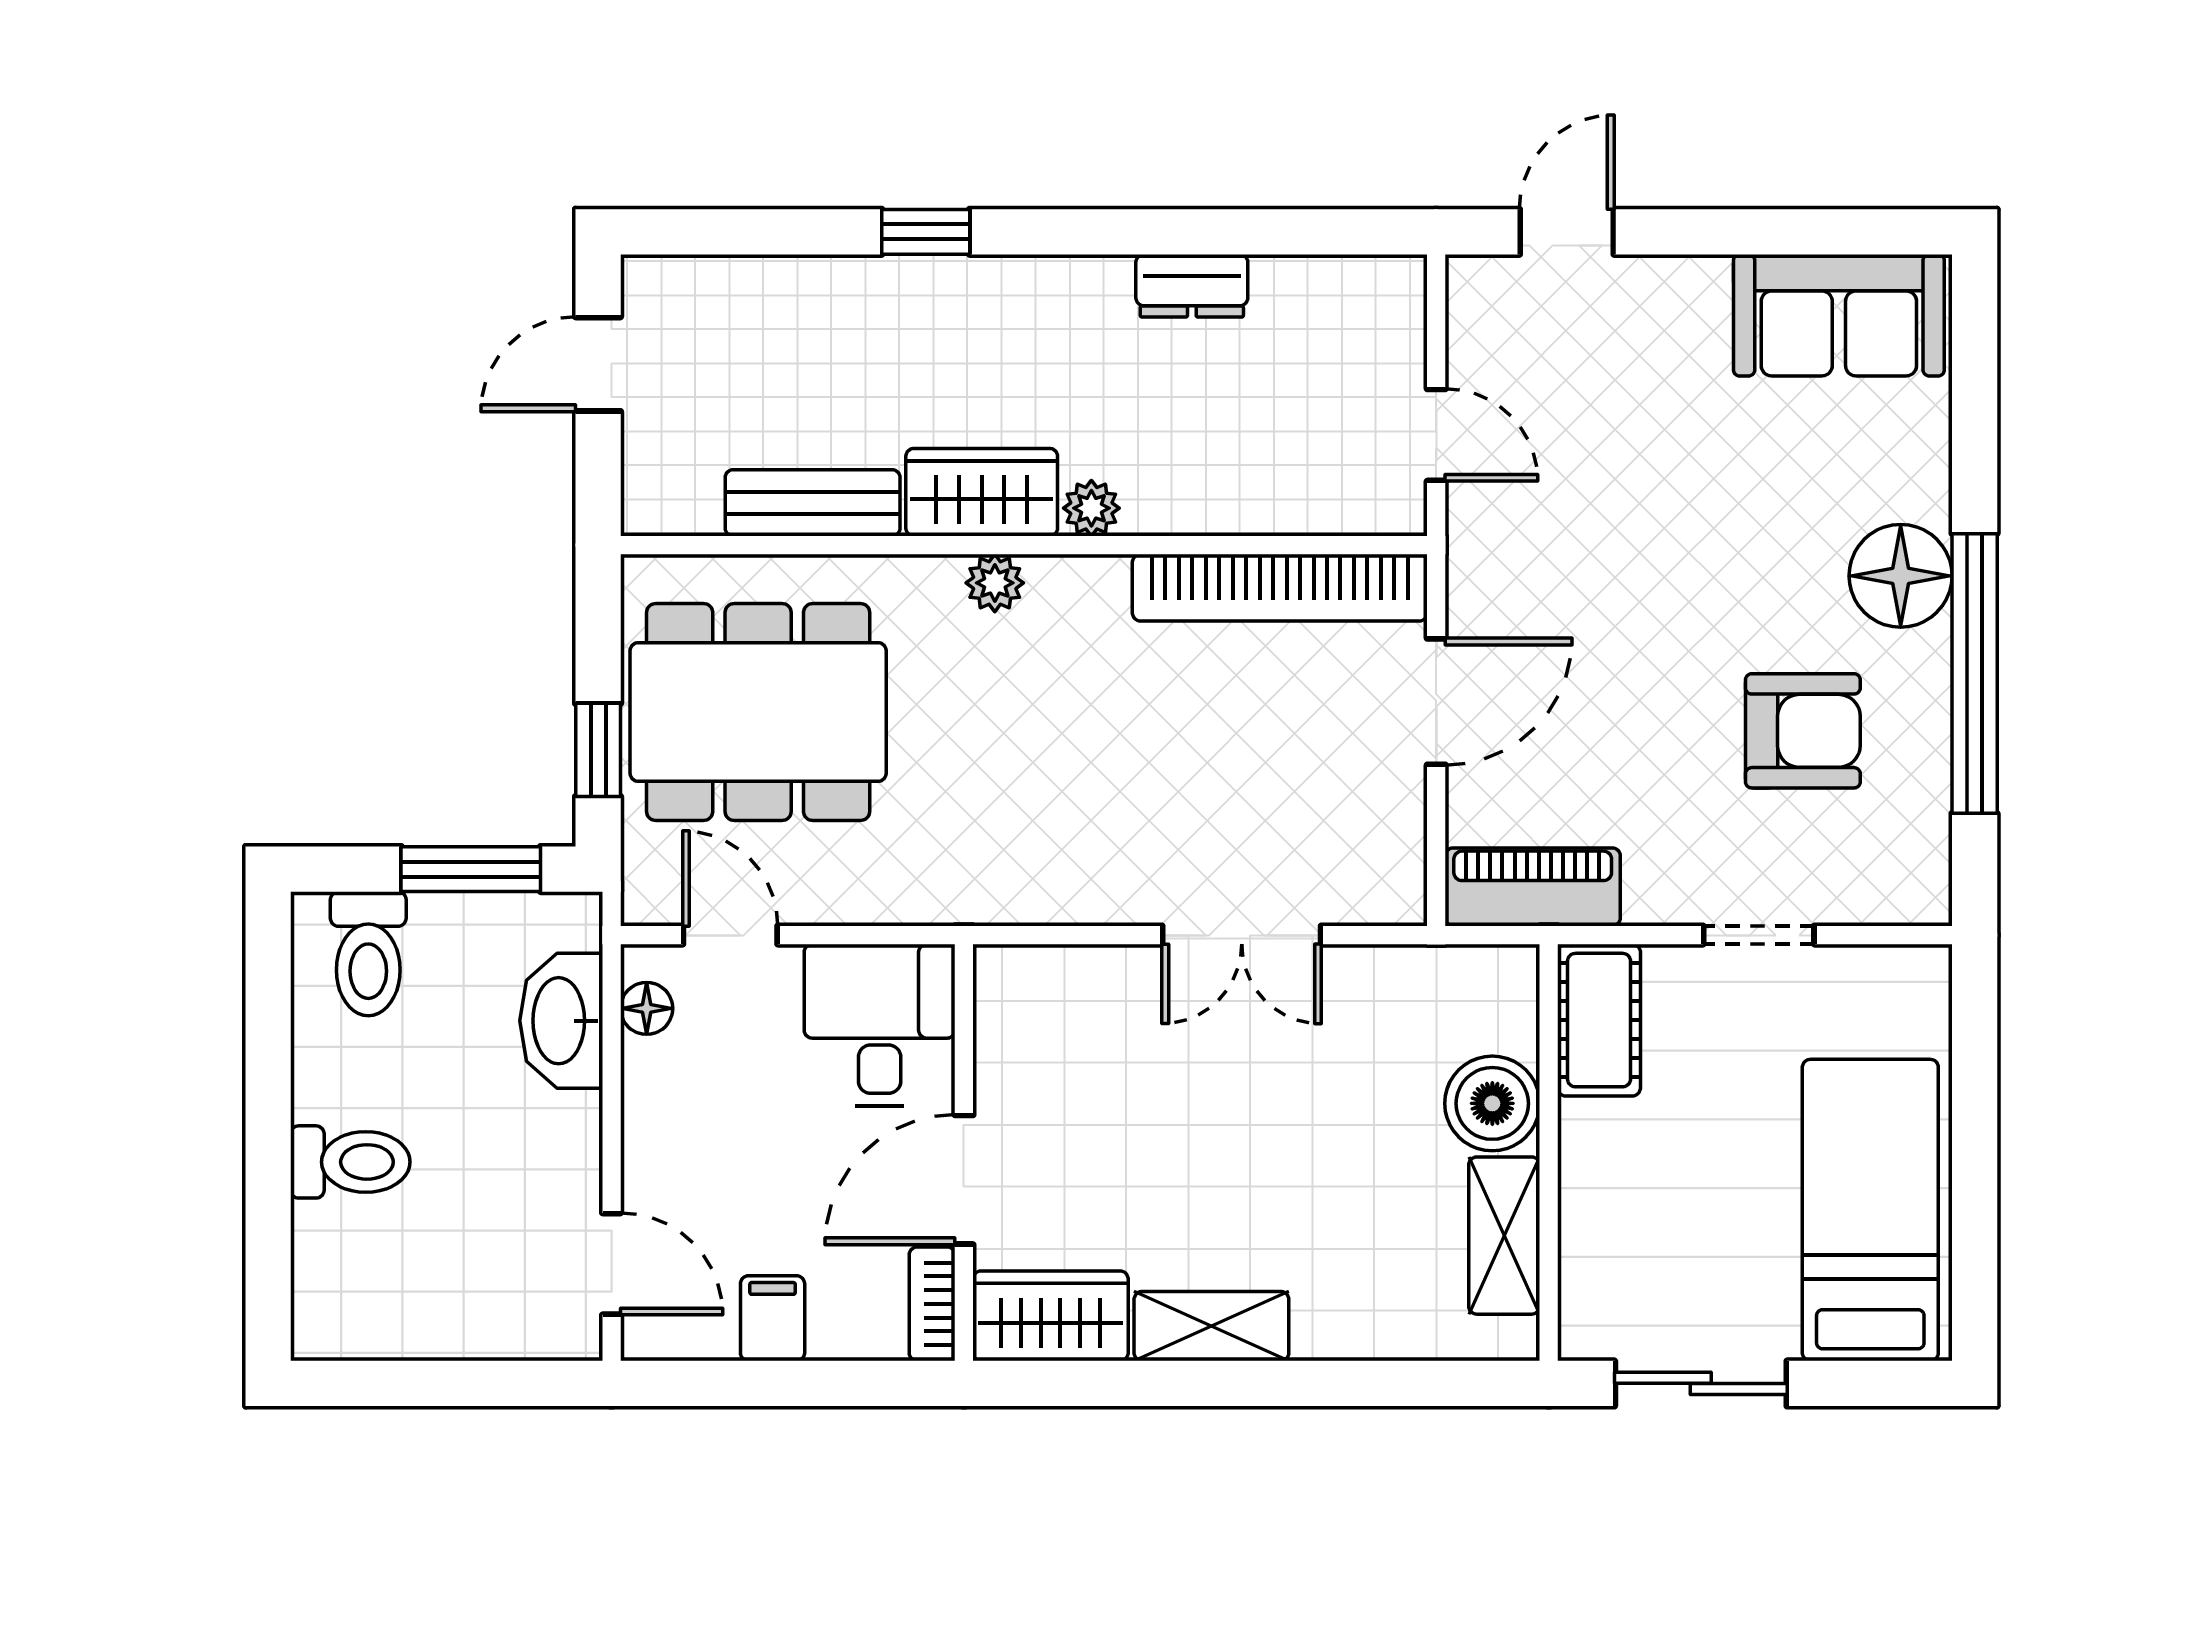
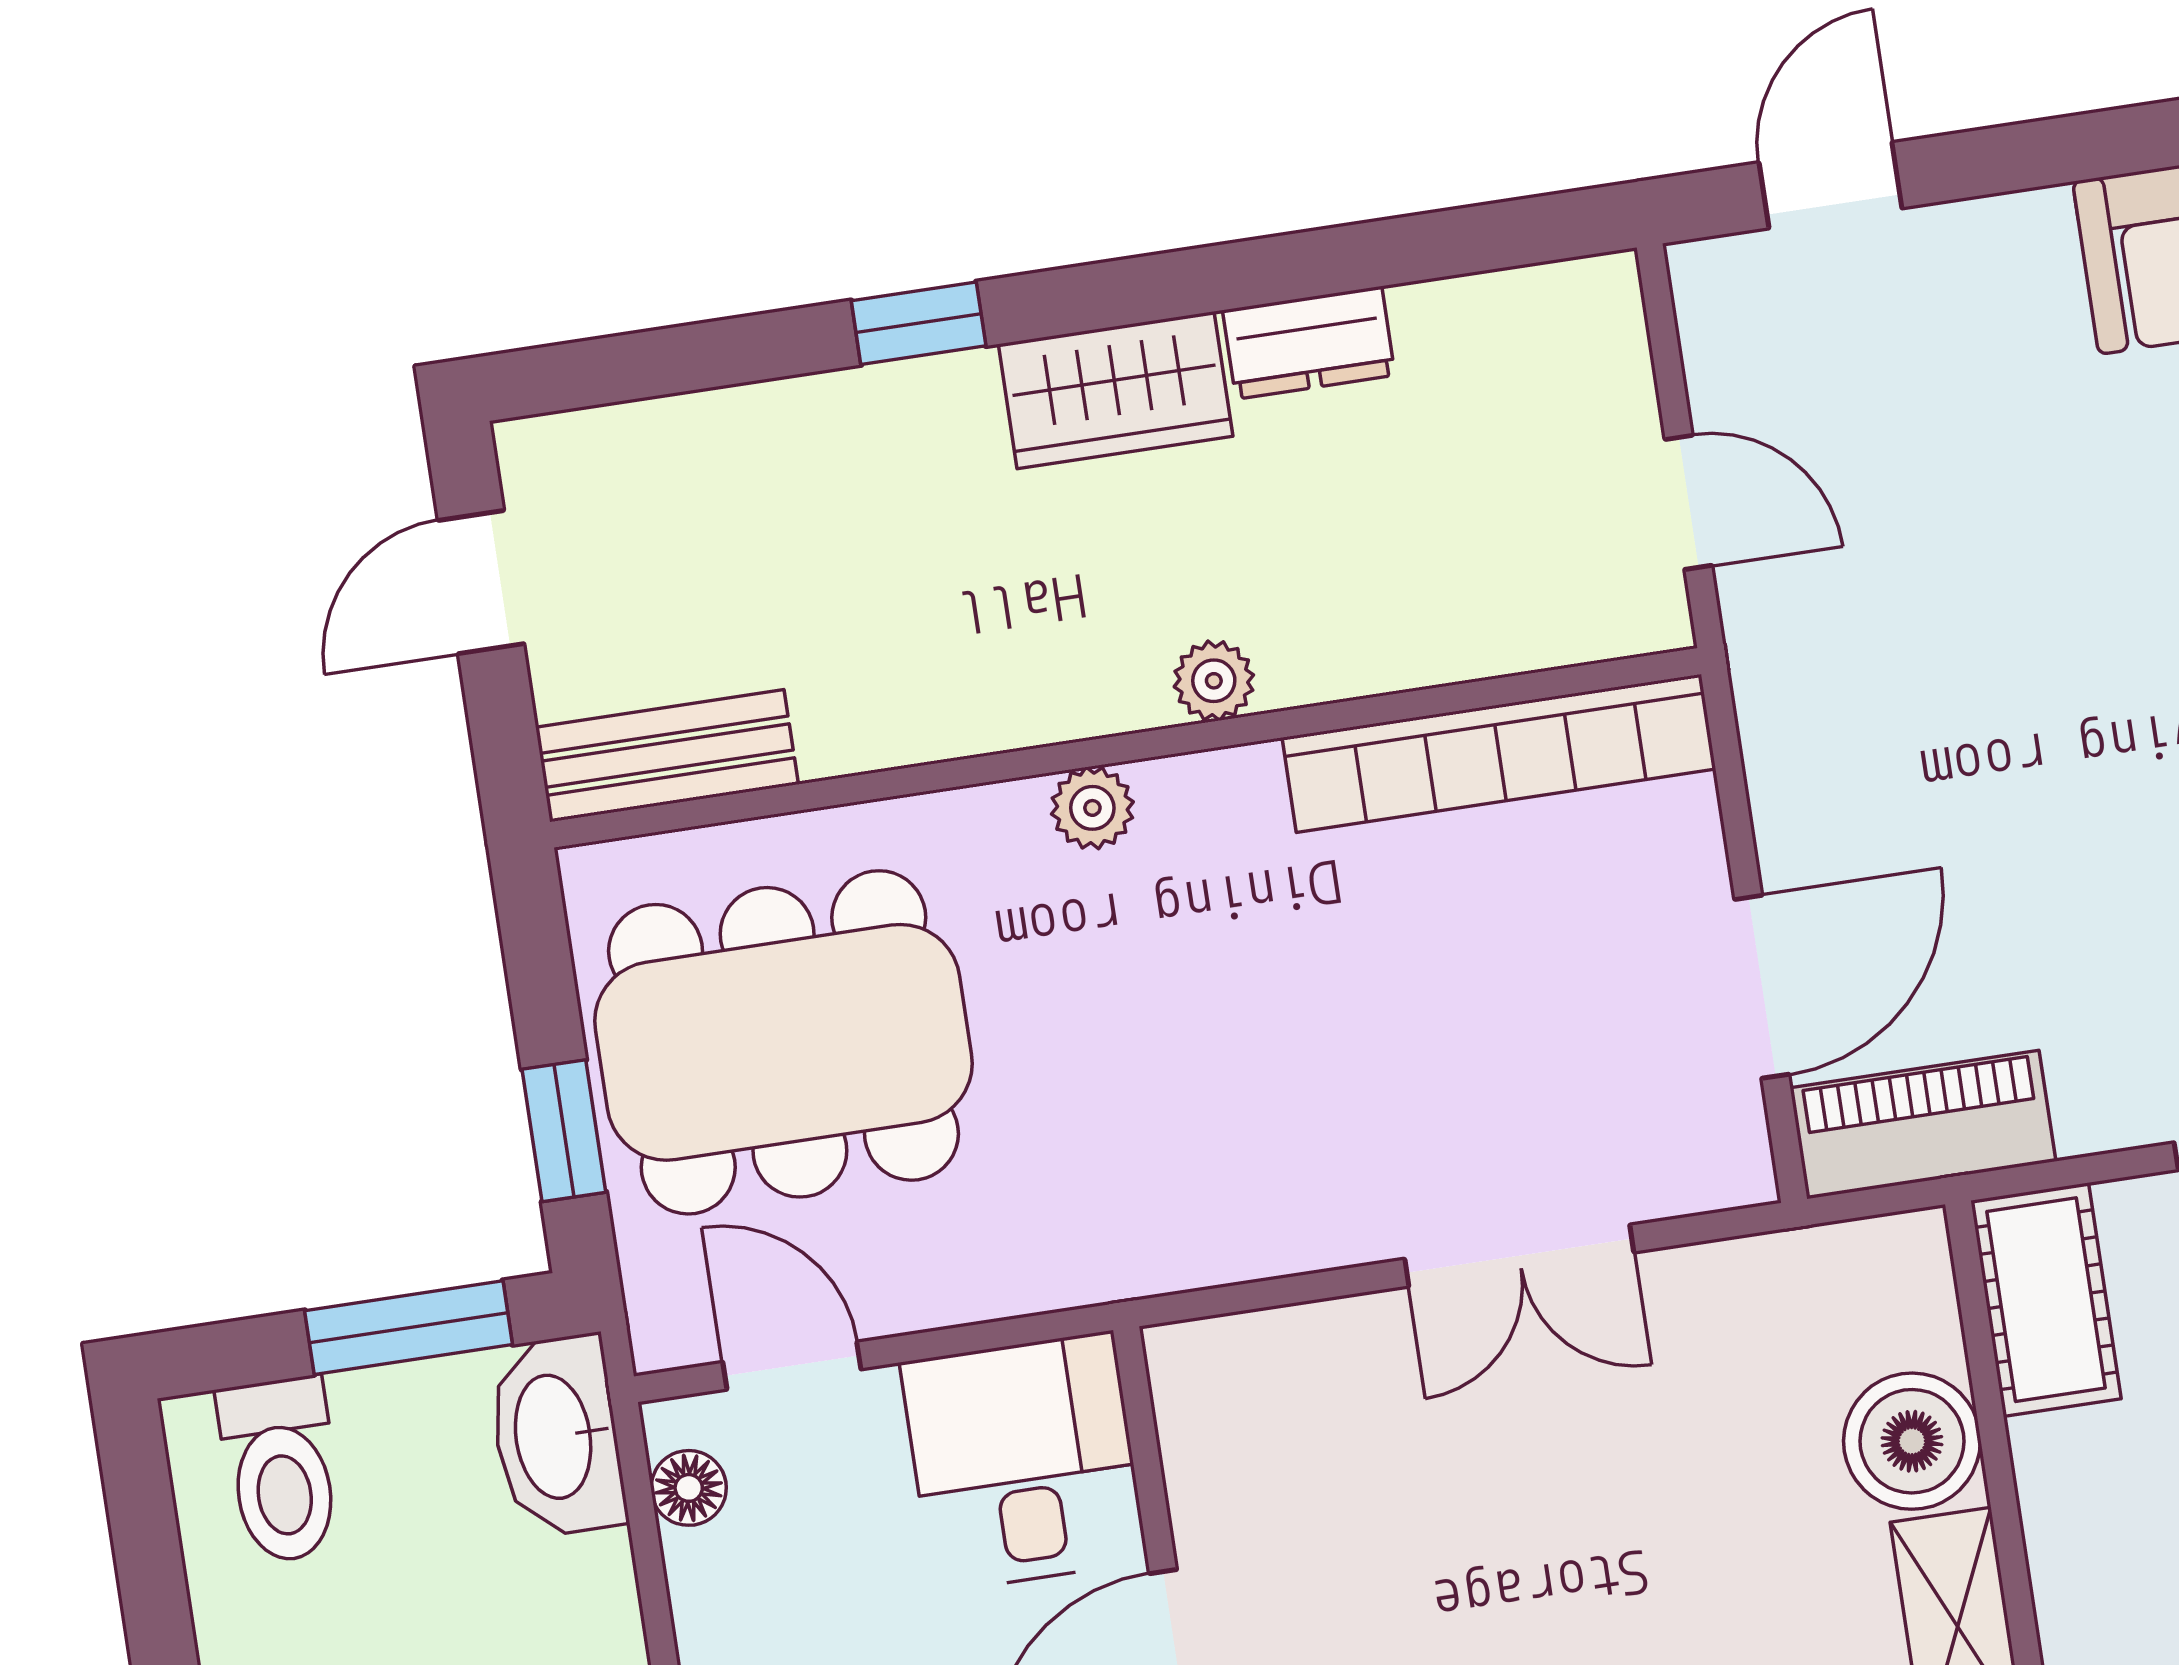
wardrobe: (982, 492) -> (1116, 390), moved, turned 180
bench: (813, 503) -> (667, 756), moved
door: (1436, 702) -> (1762, 987), moved
washbasin: (561, 1021) -> (557, 1436), moved

